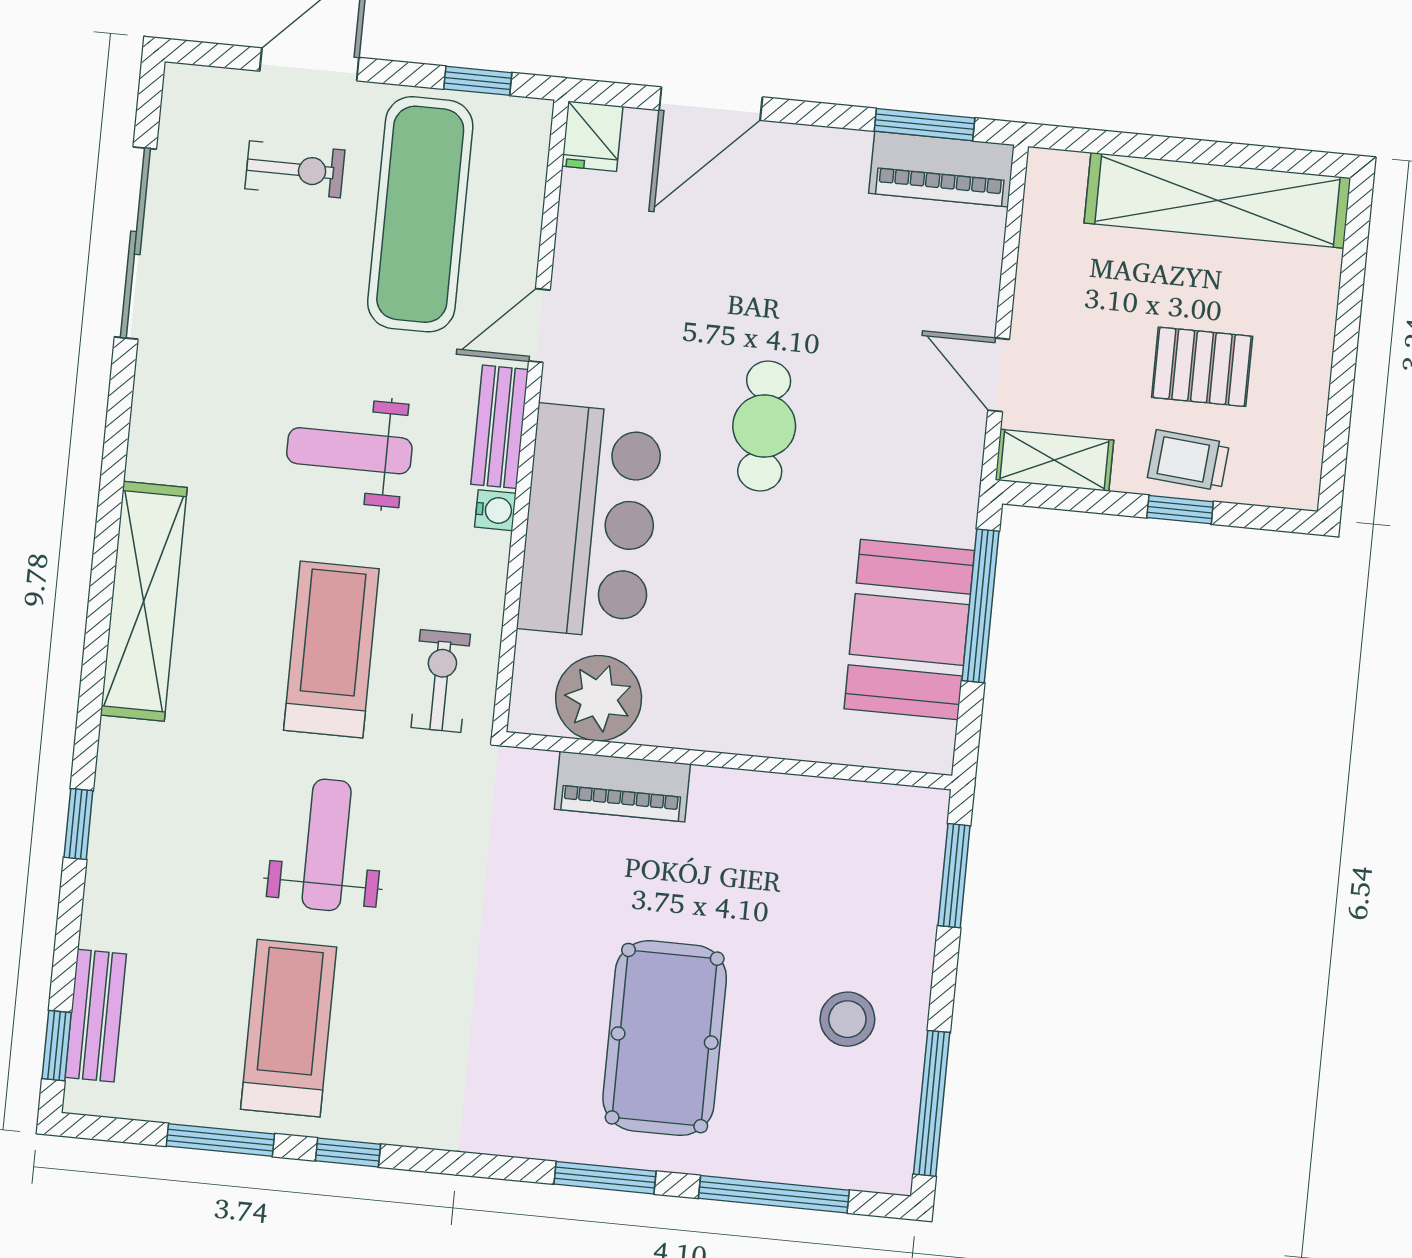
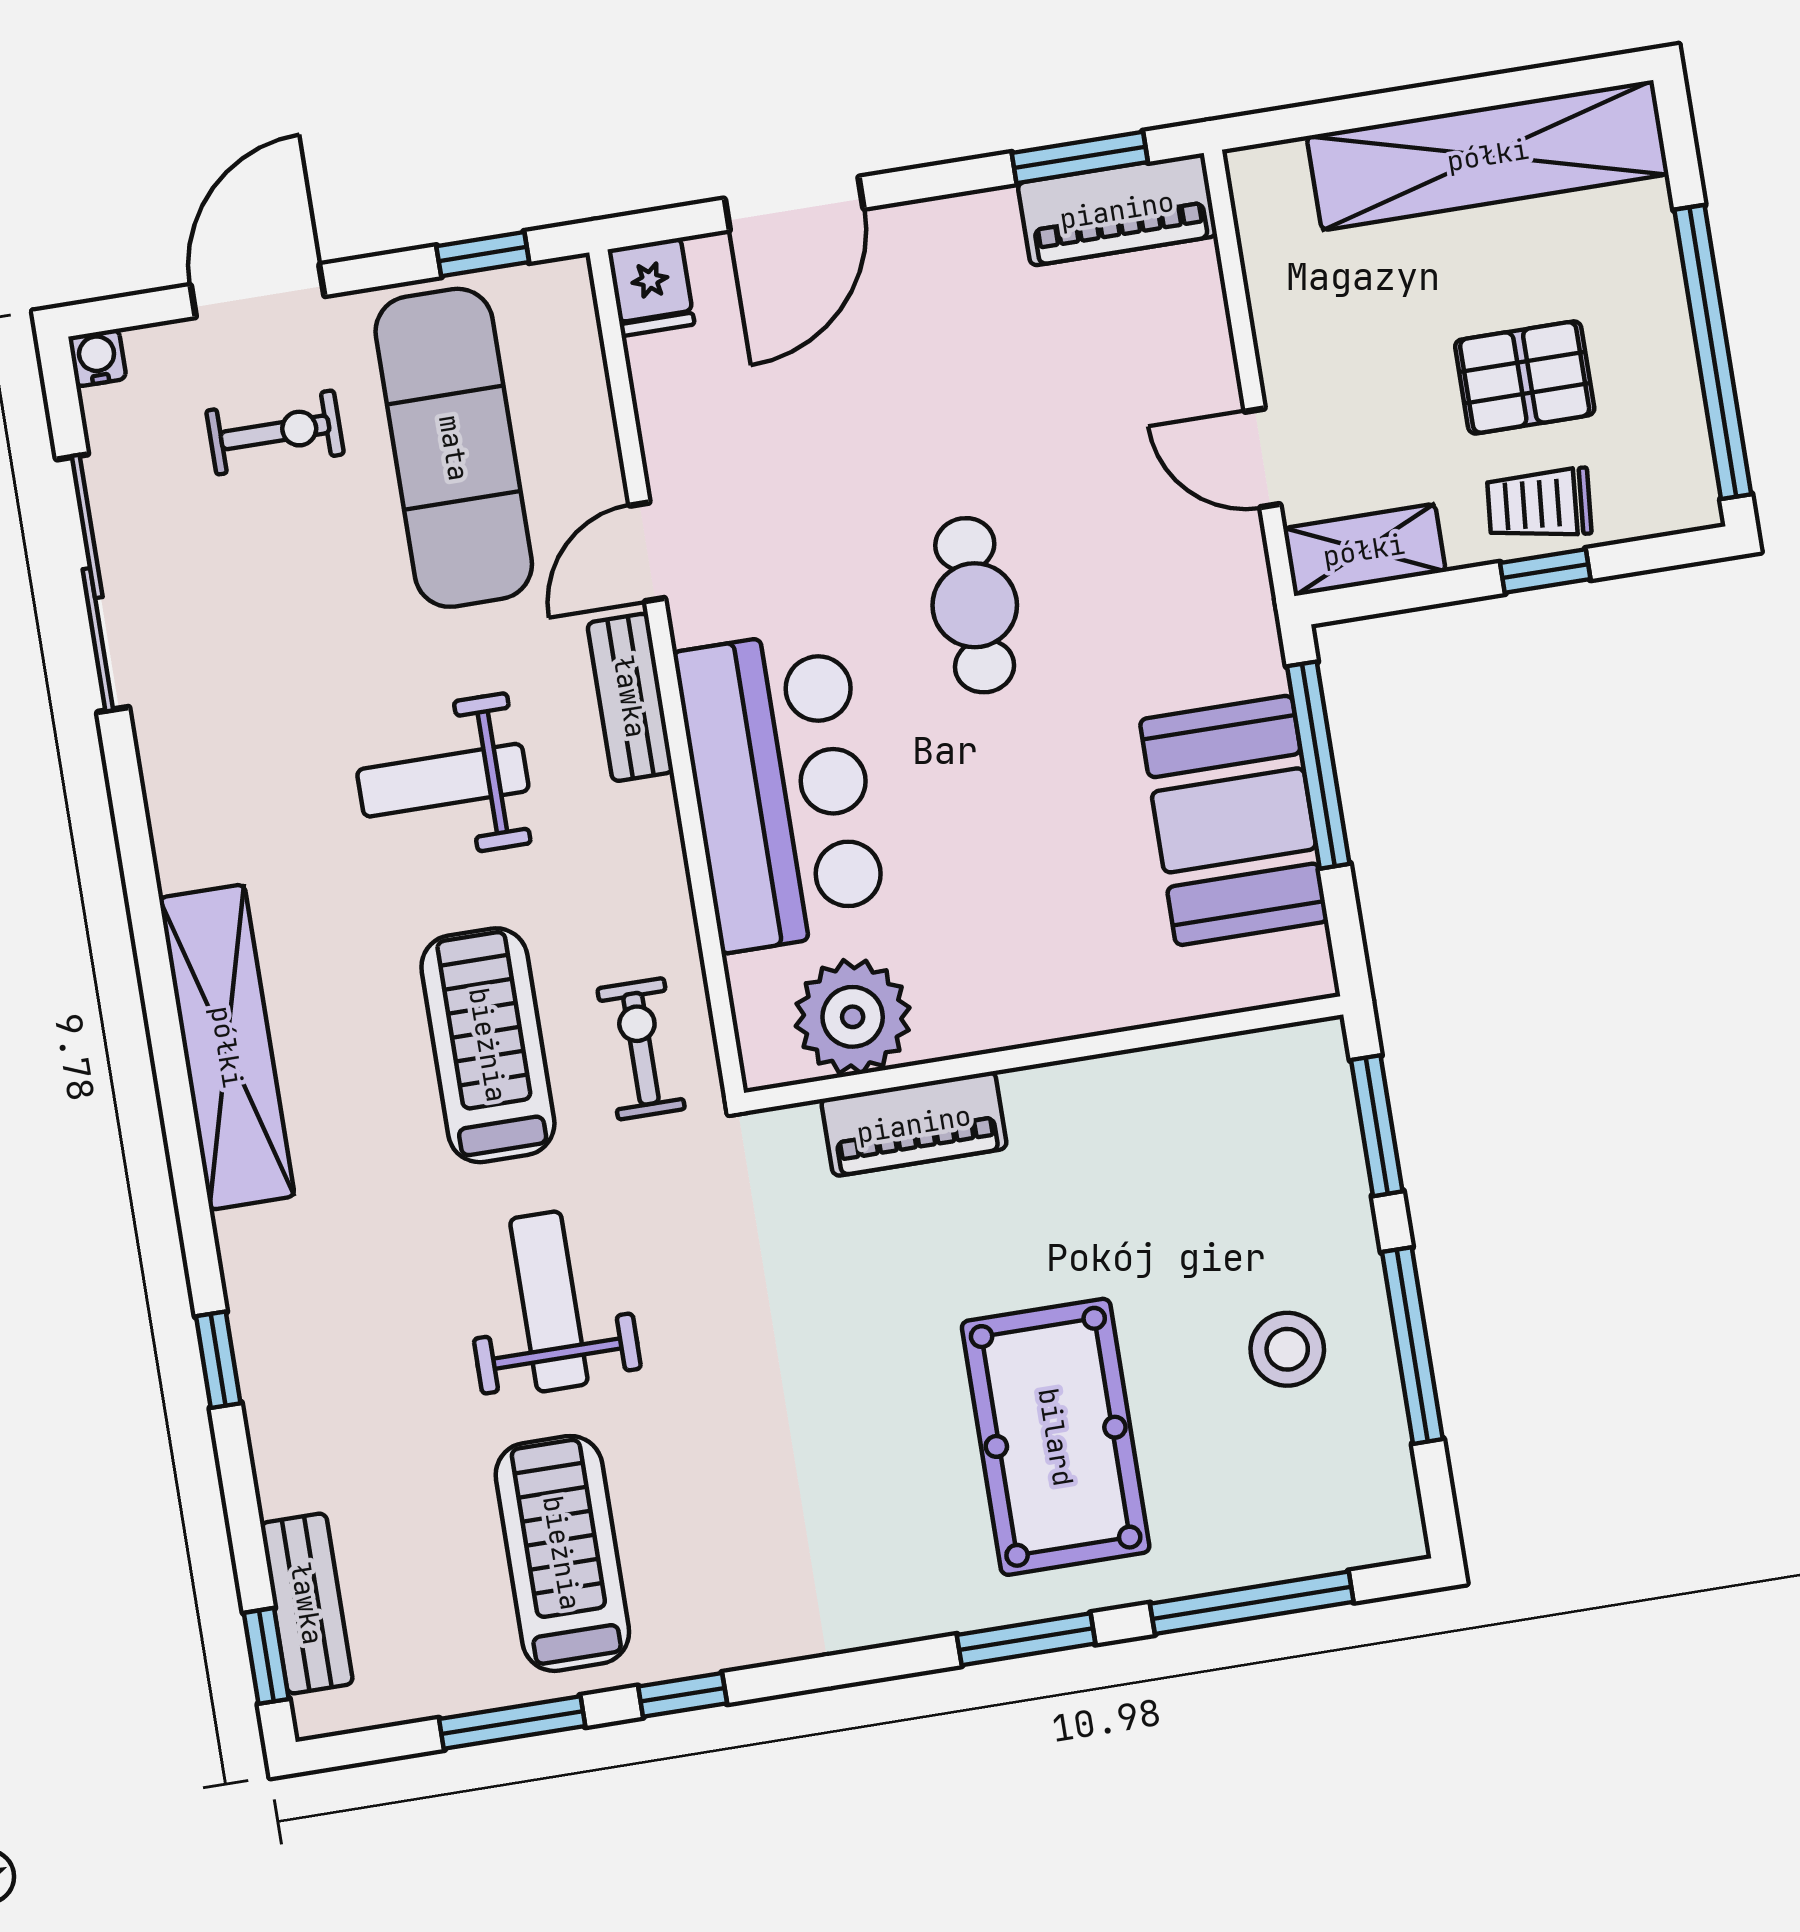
window: (1342, 384) -> (1713, 352), added
water cooler: (495, 510) -> (97, 358), moved, turned -90
window: (932, 1103) -> (1412, 1346), moved

